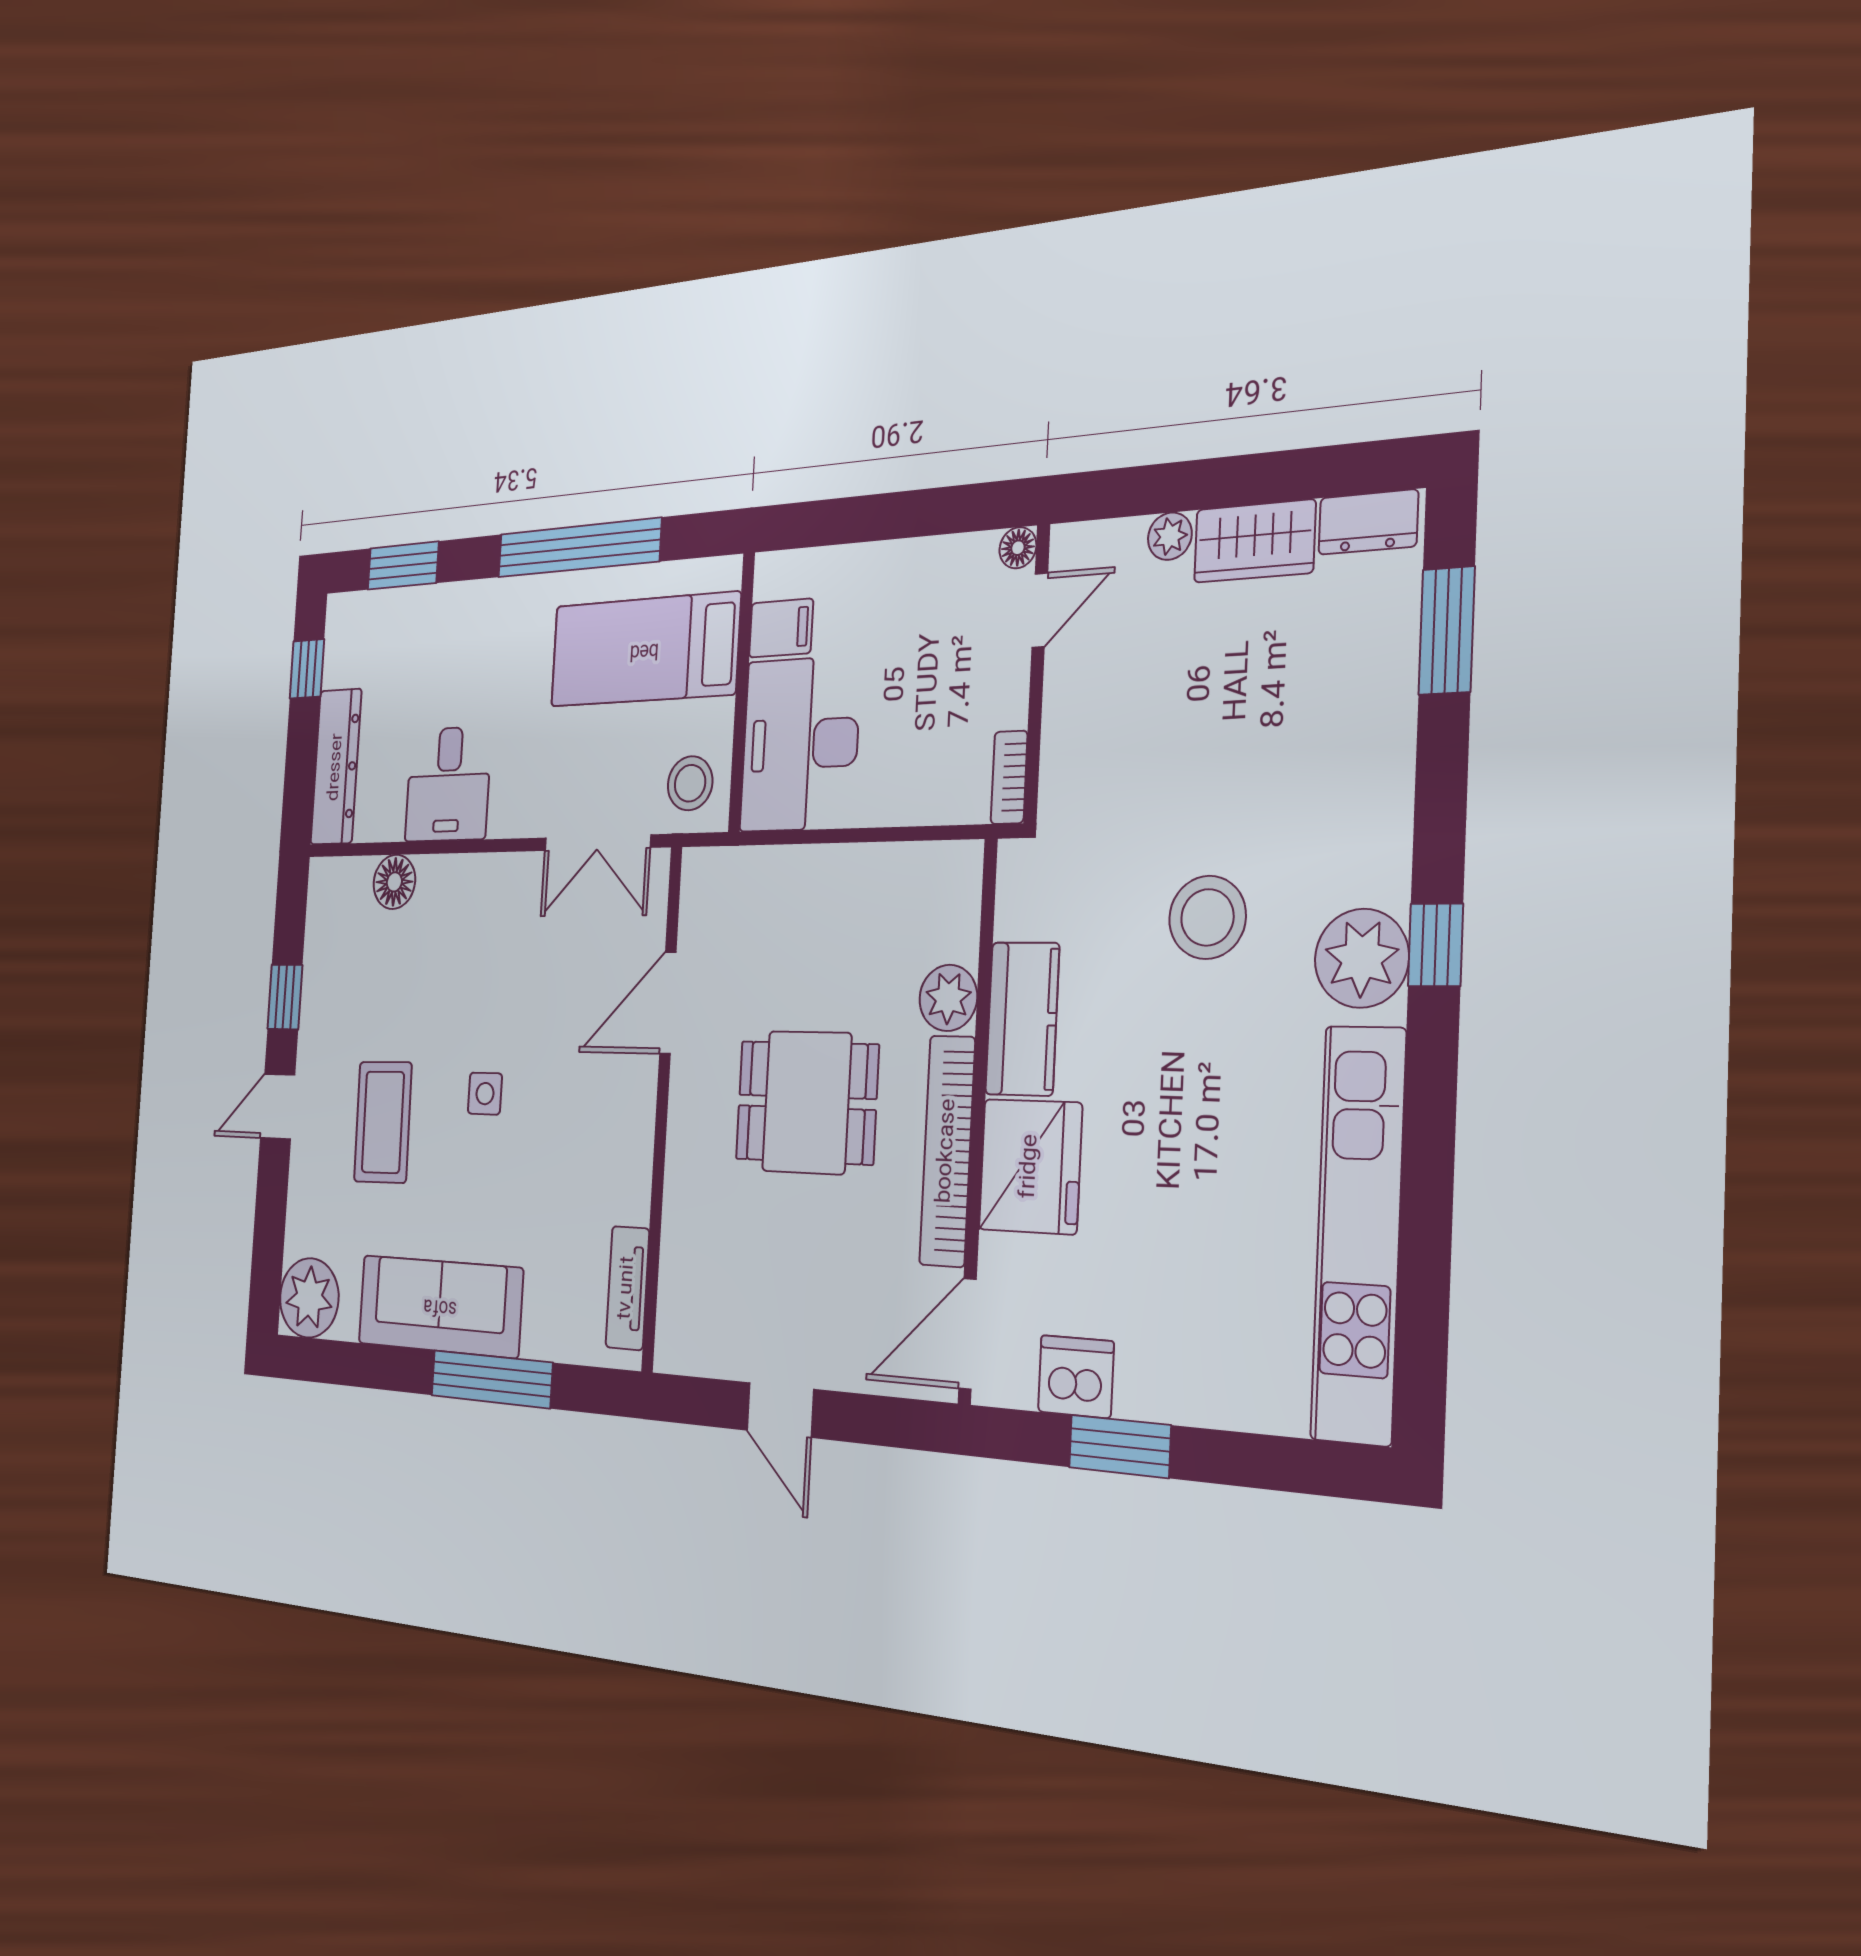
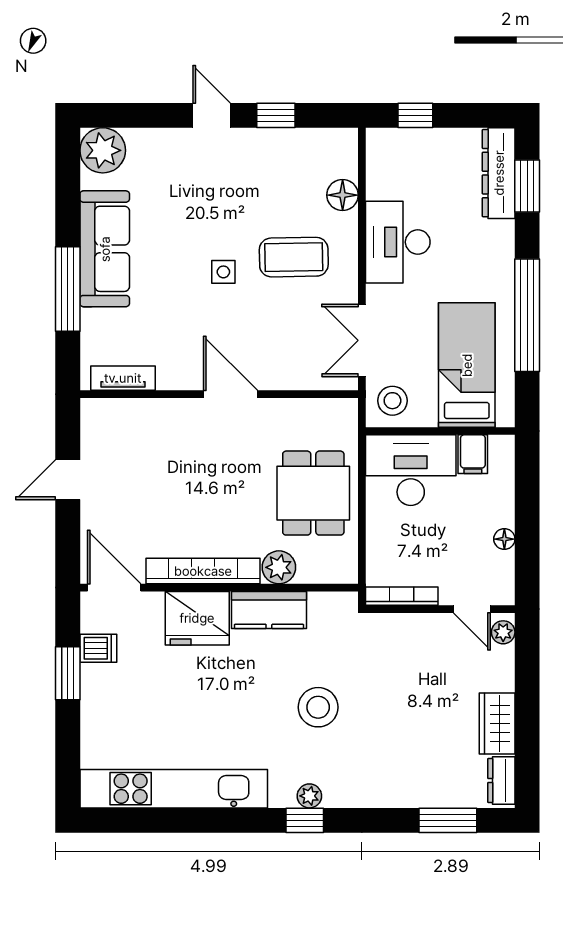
plant: (1170, 536) -> (503, 632), moved
floor lamp: (1018, 548) -> (504, 539), moved
window: (307, 669) -> (415, 115), moved
dresser: (336, 767) -> (499, 173), moved, turned 90
bookcase: (1009, 777) -> (402, 596), width x1.56
desk: (448, 784) -> (398, 242), width x1.37
plant: (1362, 958) -> (309, 796), width x0.53, depth x0.53
door: (668, 1003) -> (230, 394), moved
dining table: (807, 1102) -> (313, 493), moved
coffee table: (383, 1122) -> (294, 257), moved
dishwasher: (1076, 1377) -> (98, 648), width x0.73

